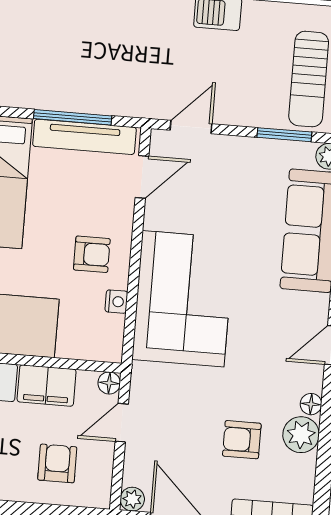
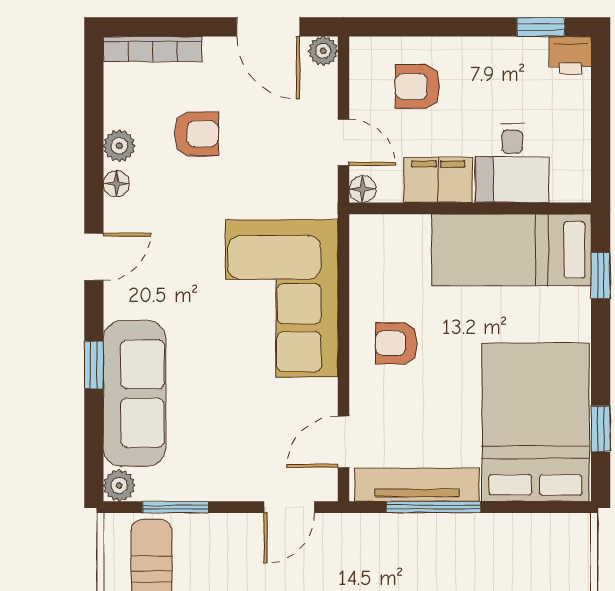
nightstand: (116, 302) -> (362, 288), removed
door: (122, 423) -> (343, 142), hinge flipped
plant: (301, 435) -> (119, 146), width x0.73, depth x0.73
armchair: (57, 463) -> (417, 87), turned 90

